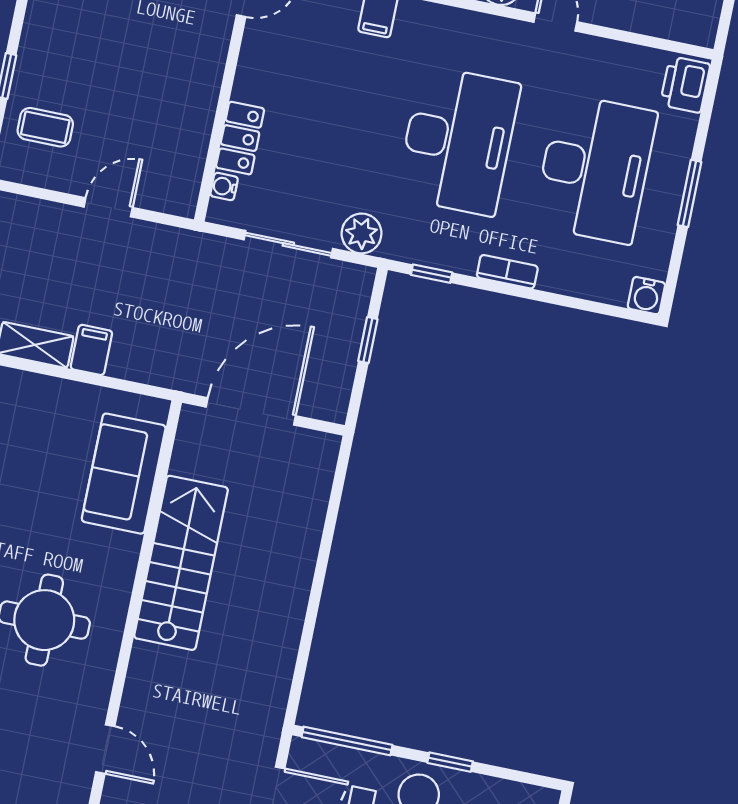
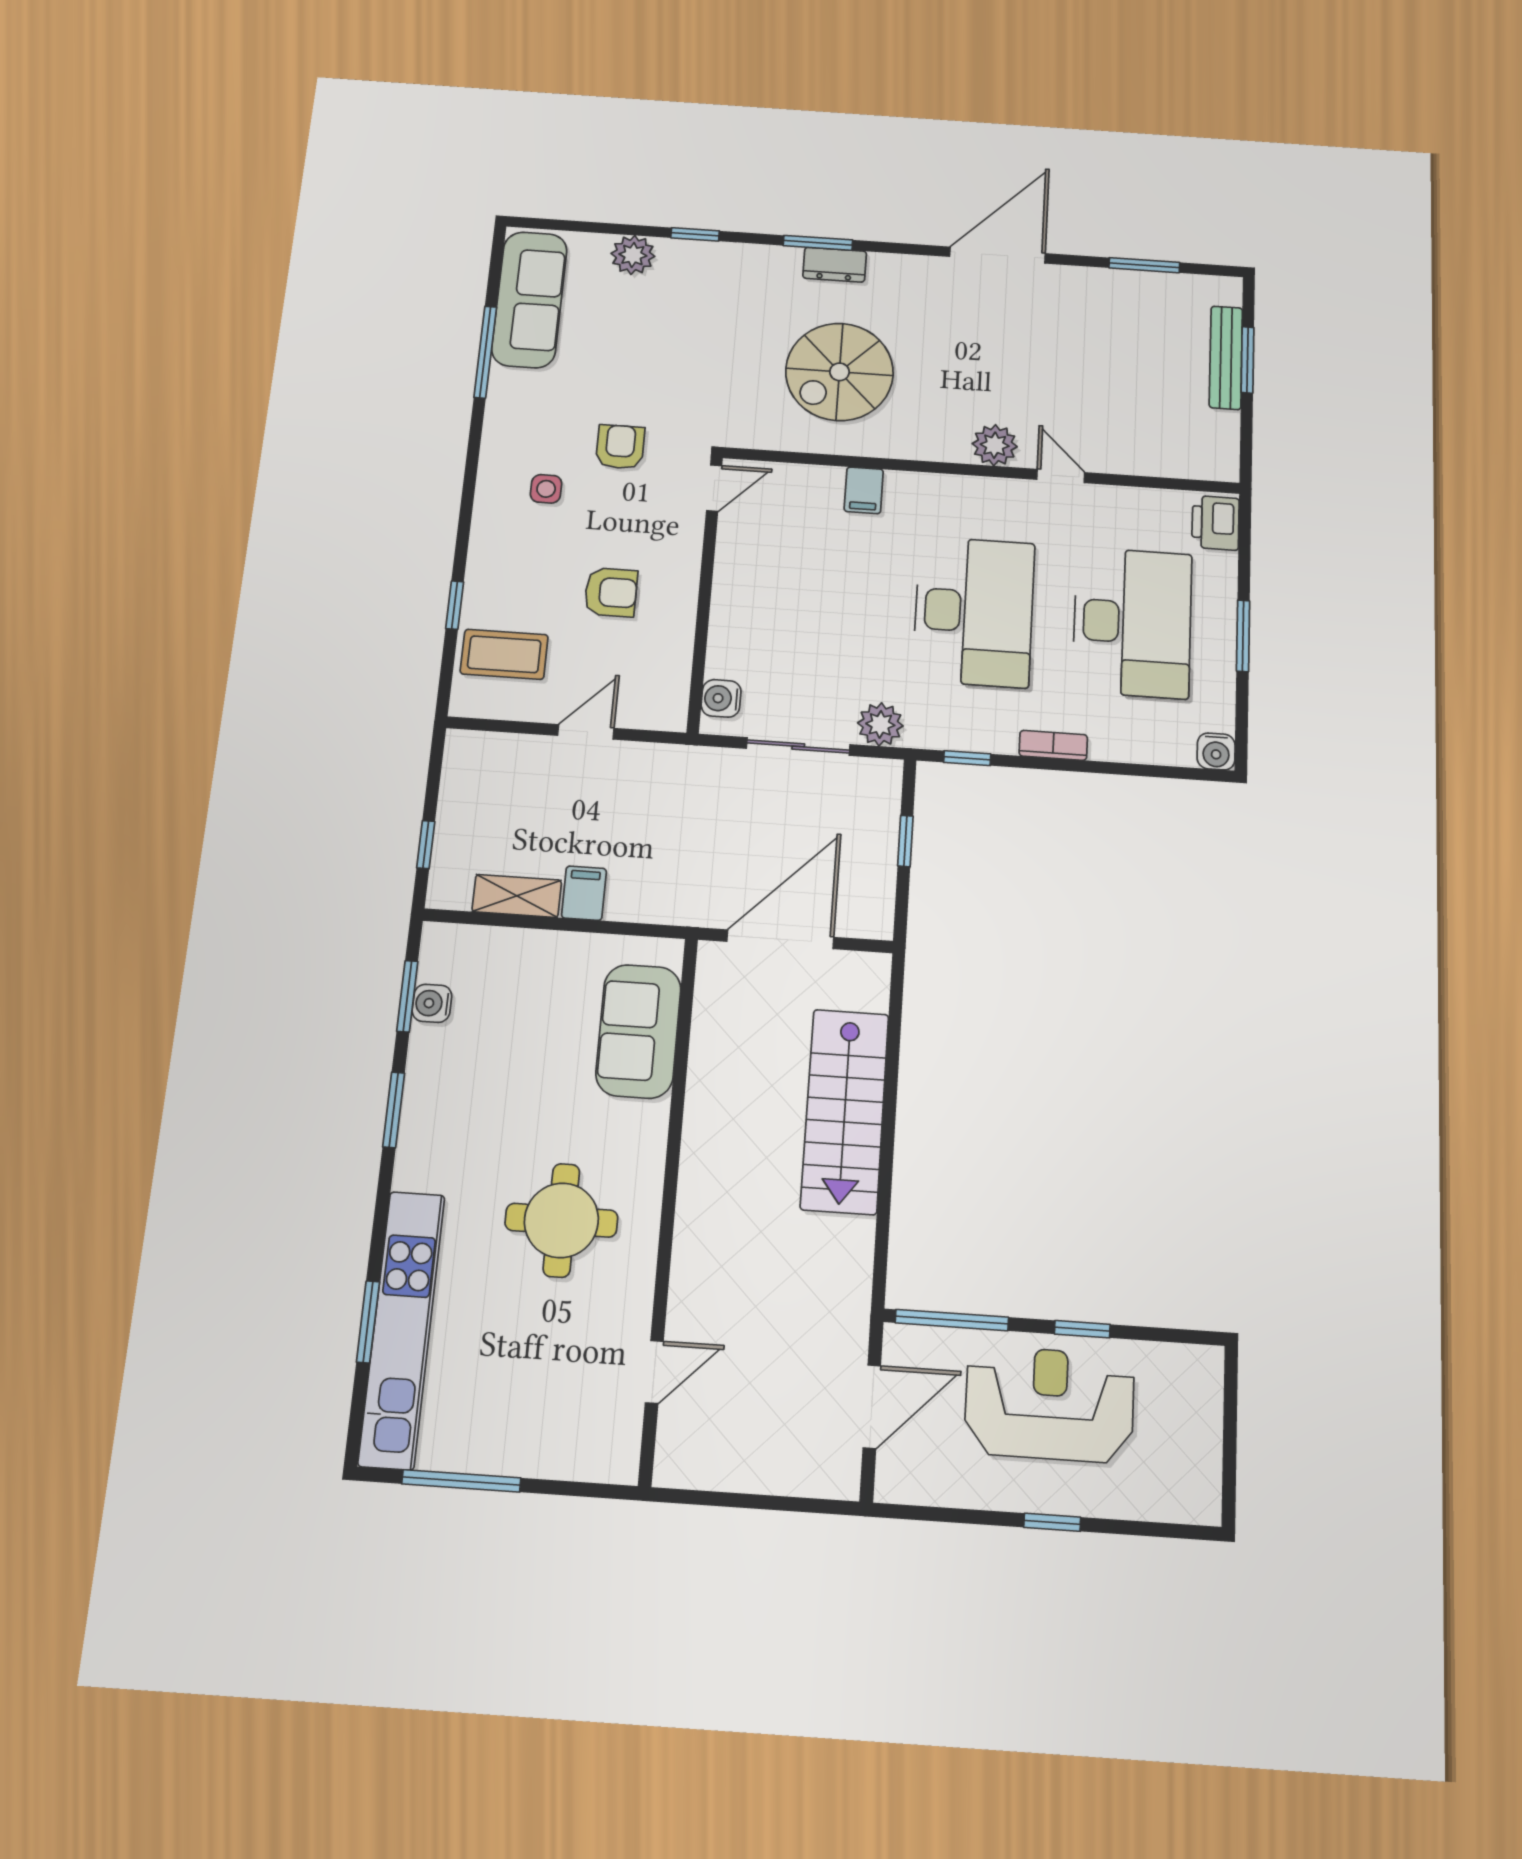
armchair: (144, 82) -> (611, 592), added
coffee table: (45, 127) -> (504, 654), width x1.36, depth x1.30
locker: (240, 138) -> (728, 639), removed
water cooler: (224, 187) -> (721, 698), width x1.38, depth x1.38
stairs: (181, 563) -> (845, 1111), moved, turned 180
door: (105, 749) -> (654, 1372), hinge flipped

